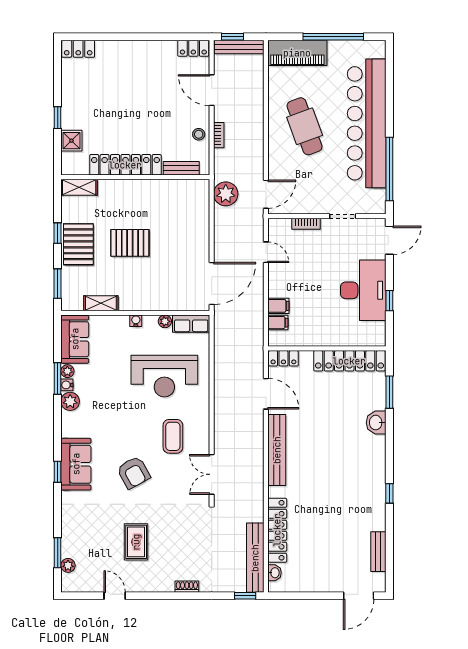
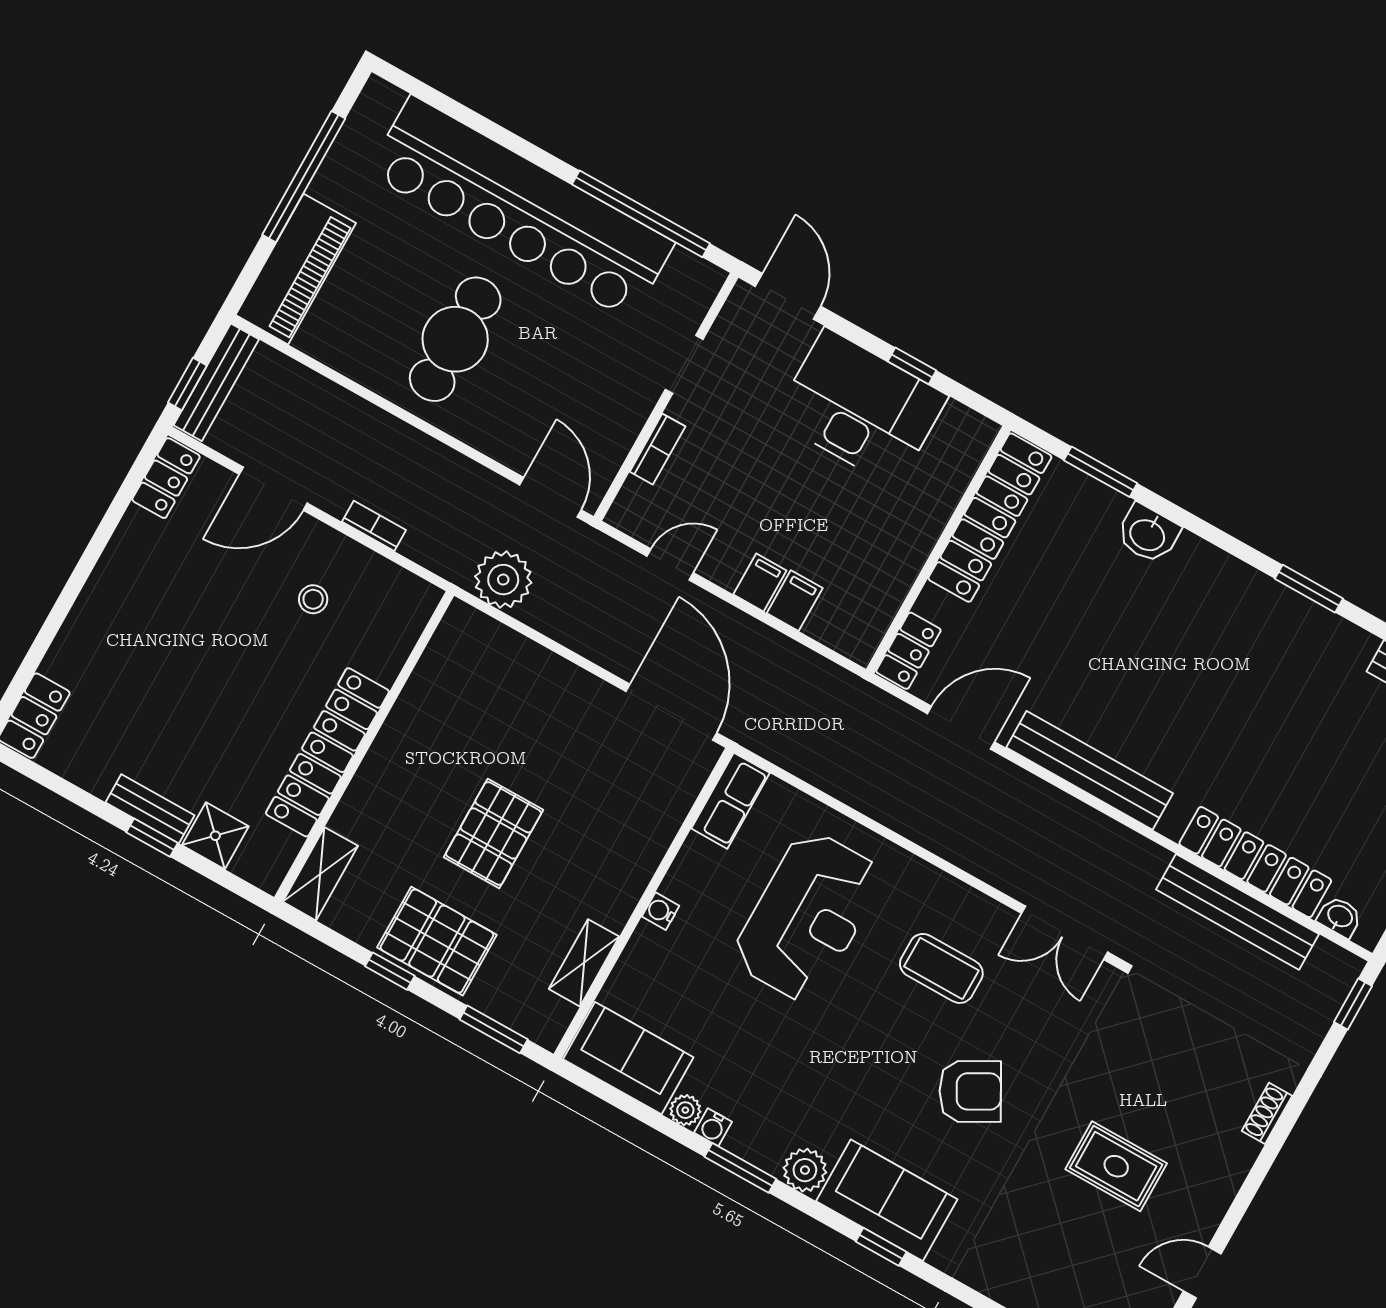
cafe table: (305, 126) -> (455, 339), turned -70
stool: (199, 134) -> (313, 599), moved
bench: (181, 168) -> (150, 809), moved, turned 90
plant: (165, 321) -> (695, 852), removed
filing cabinet: (278, 323) -> (760, 583), moved
window: (58, 379) -> (740, 1168), moved
plant: (70, 401) -> (805, 1170), moved
window: (389, 493) -> (1309, 589), width x1.50
bench: (255, 558) -> (1238, 912), moved

